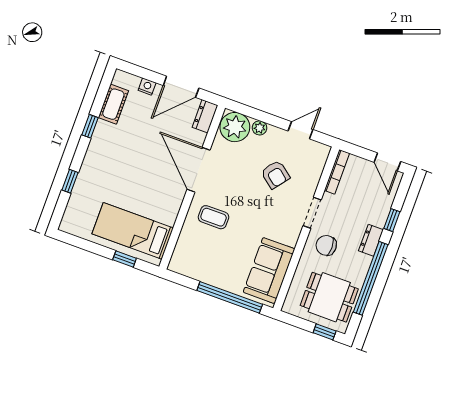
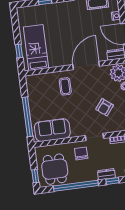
dresser: (371, 240) -> (106, 174), moved

